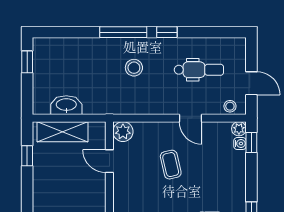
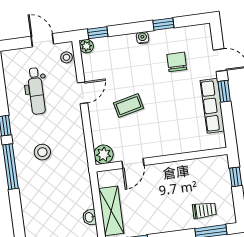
dental chair: (199, 70) -> (36, 91), turned 180
door: (251, 83) -> (42, 40), hinge flipped
washbasin: (66, 105) -> (89, 217), width x0.52, depth x0.69
water cooler: (240, 144) -> (142, 38), moved

